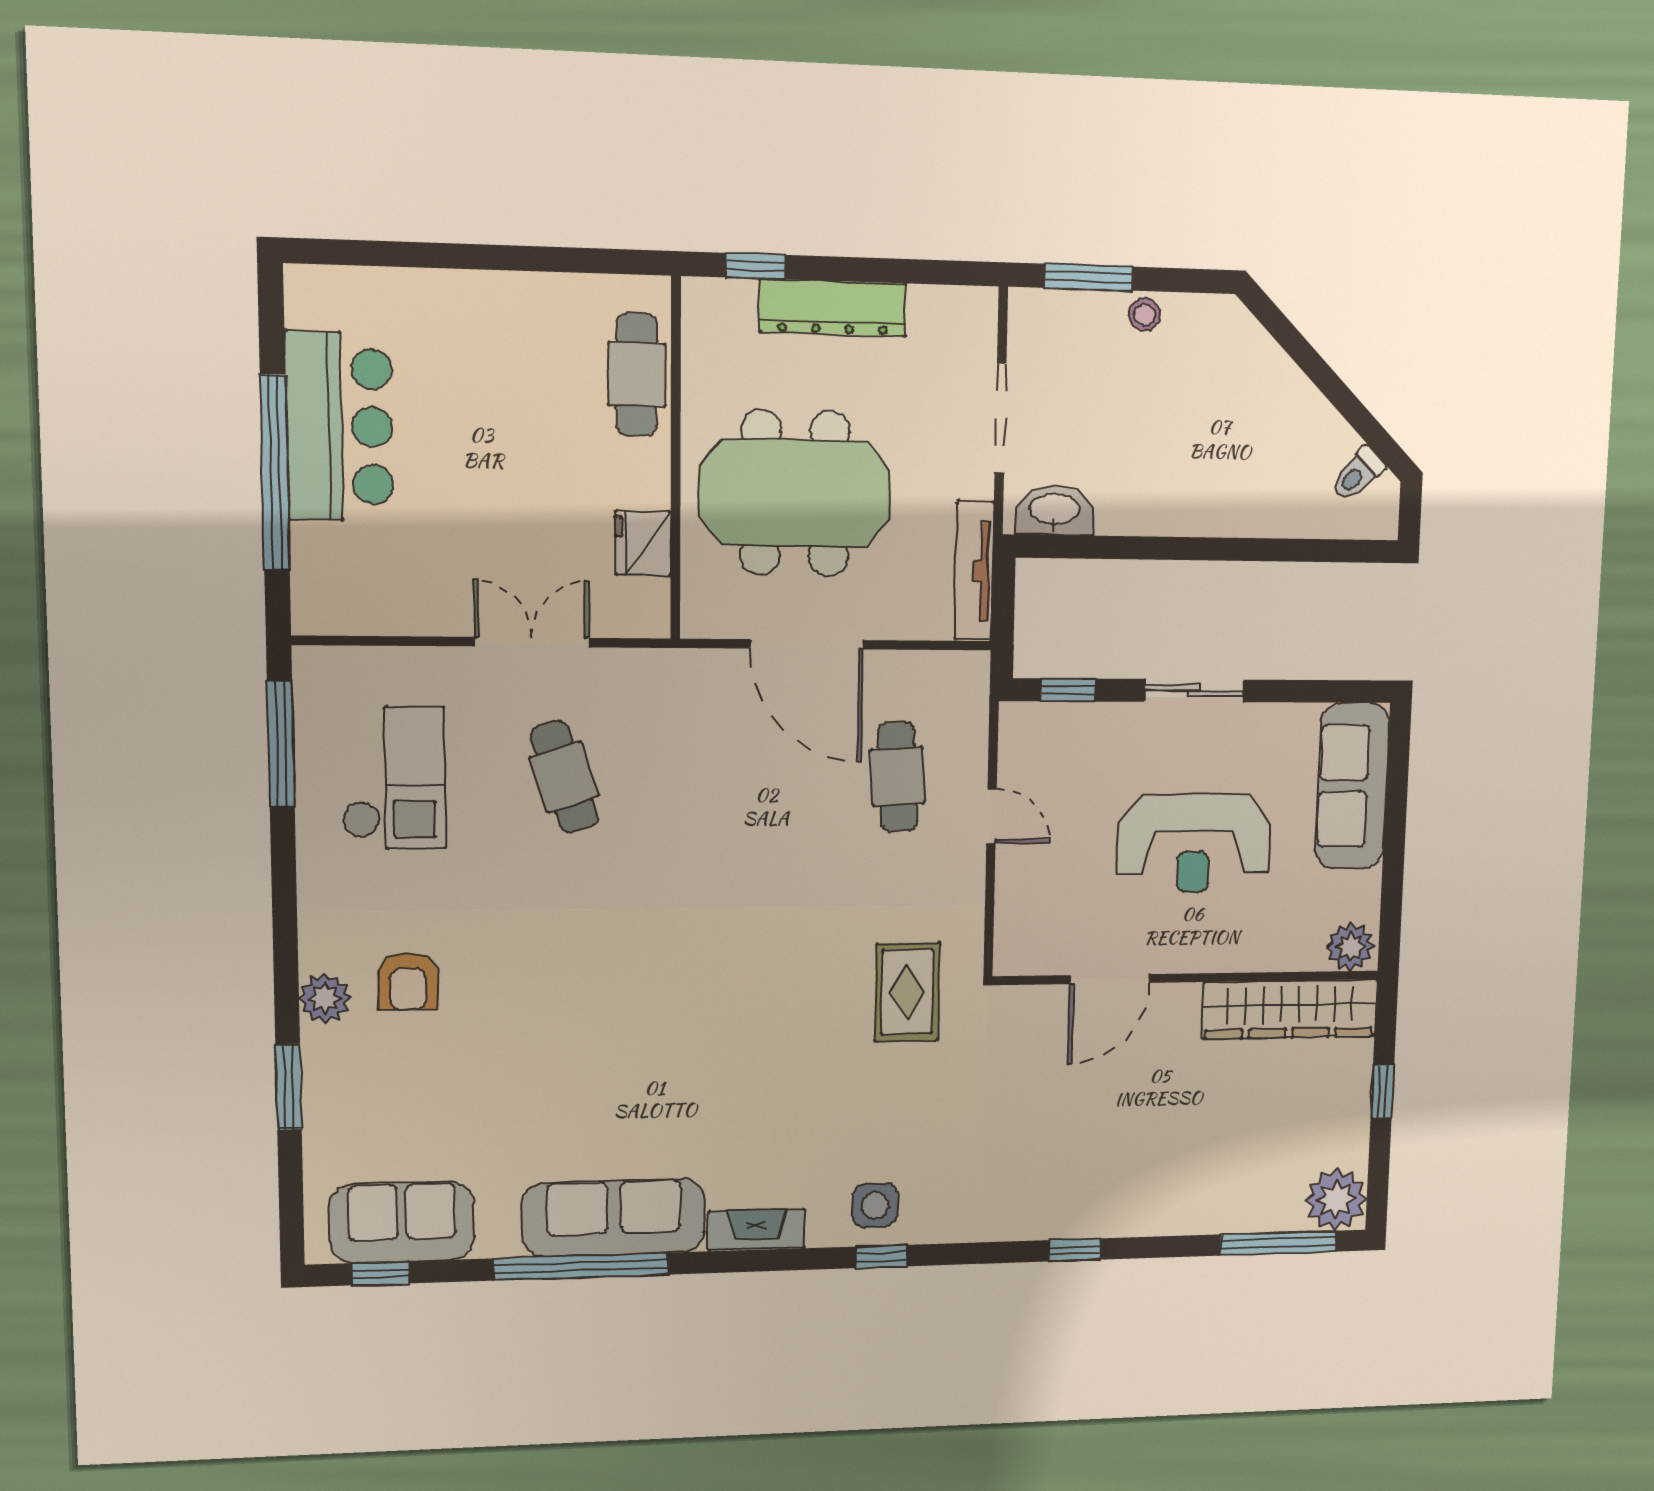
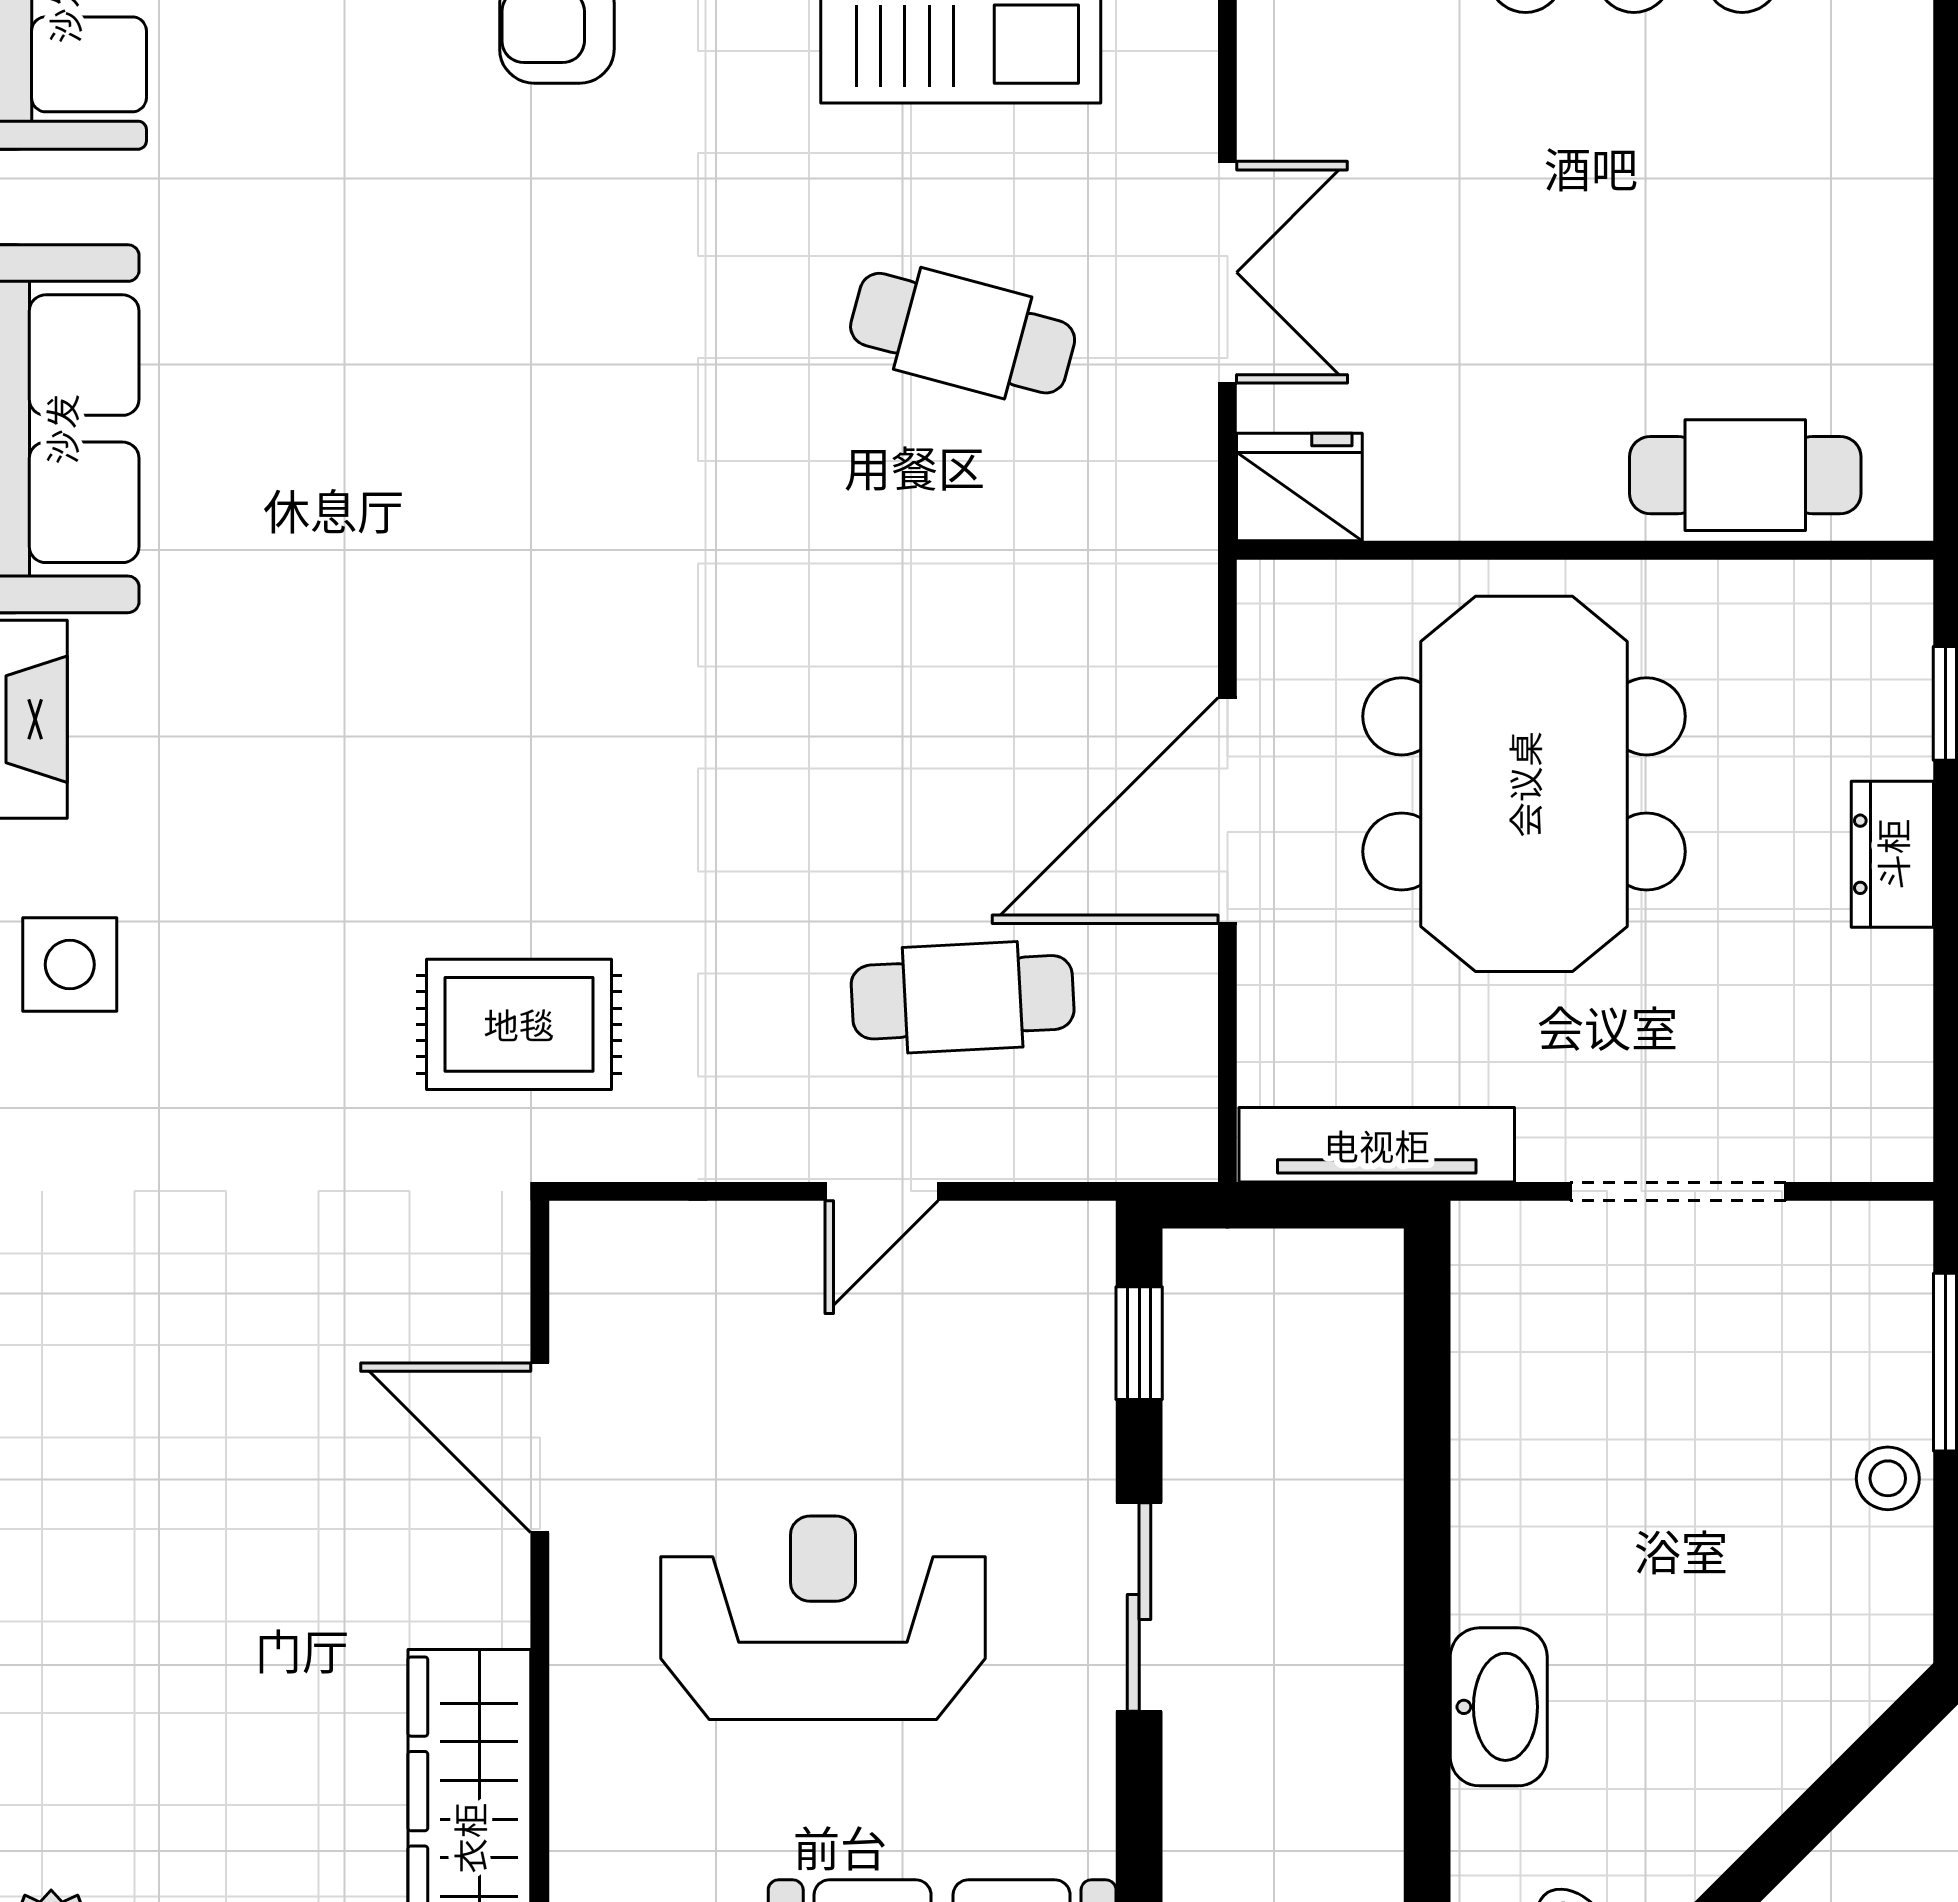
dresser: (833, 308) -> (1892, 854), width x0.51, depth x0.80
washbasin: (1055, 511) -> (1499, 1707), moved
fridge: (643, 543) -> (1299, 487), moved
cafe table: (564, 777) -> (963, 333), turned 33
reception desk: (1194, 843) -> (823, 1618), turned 90

